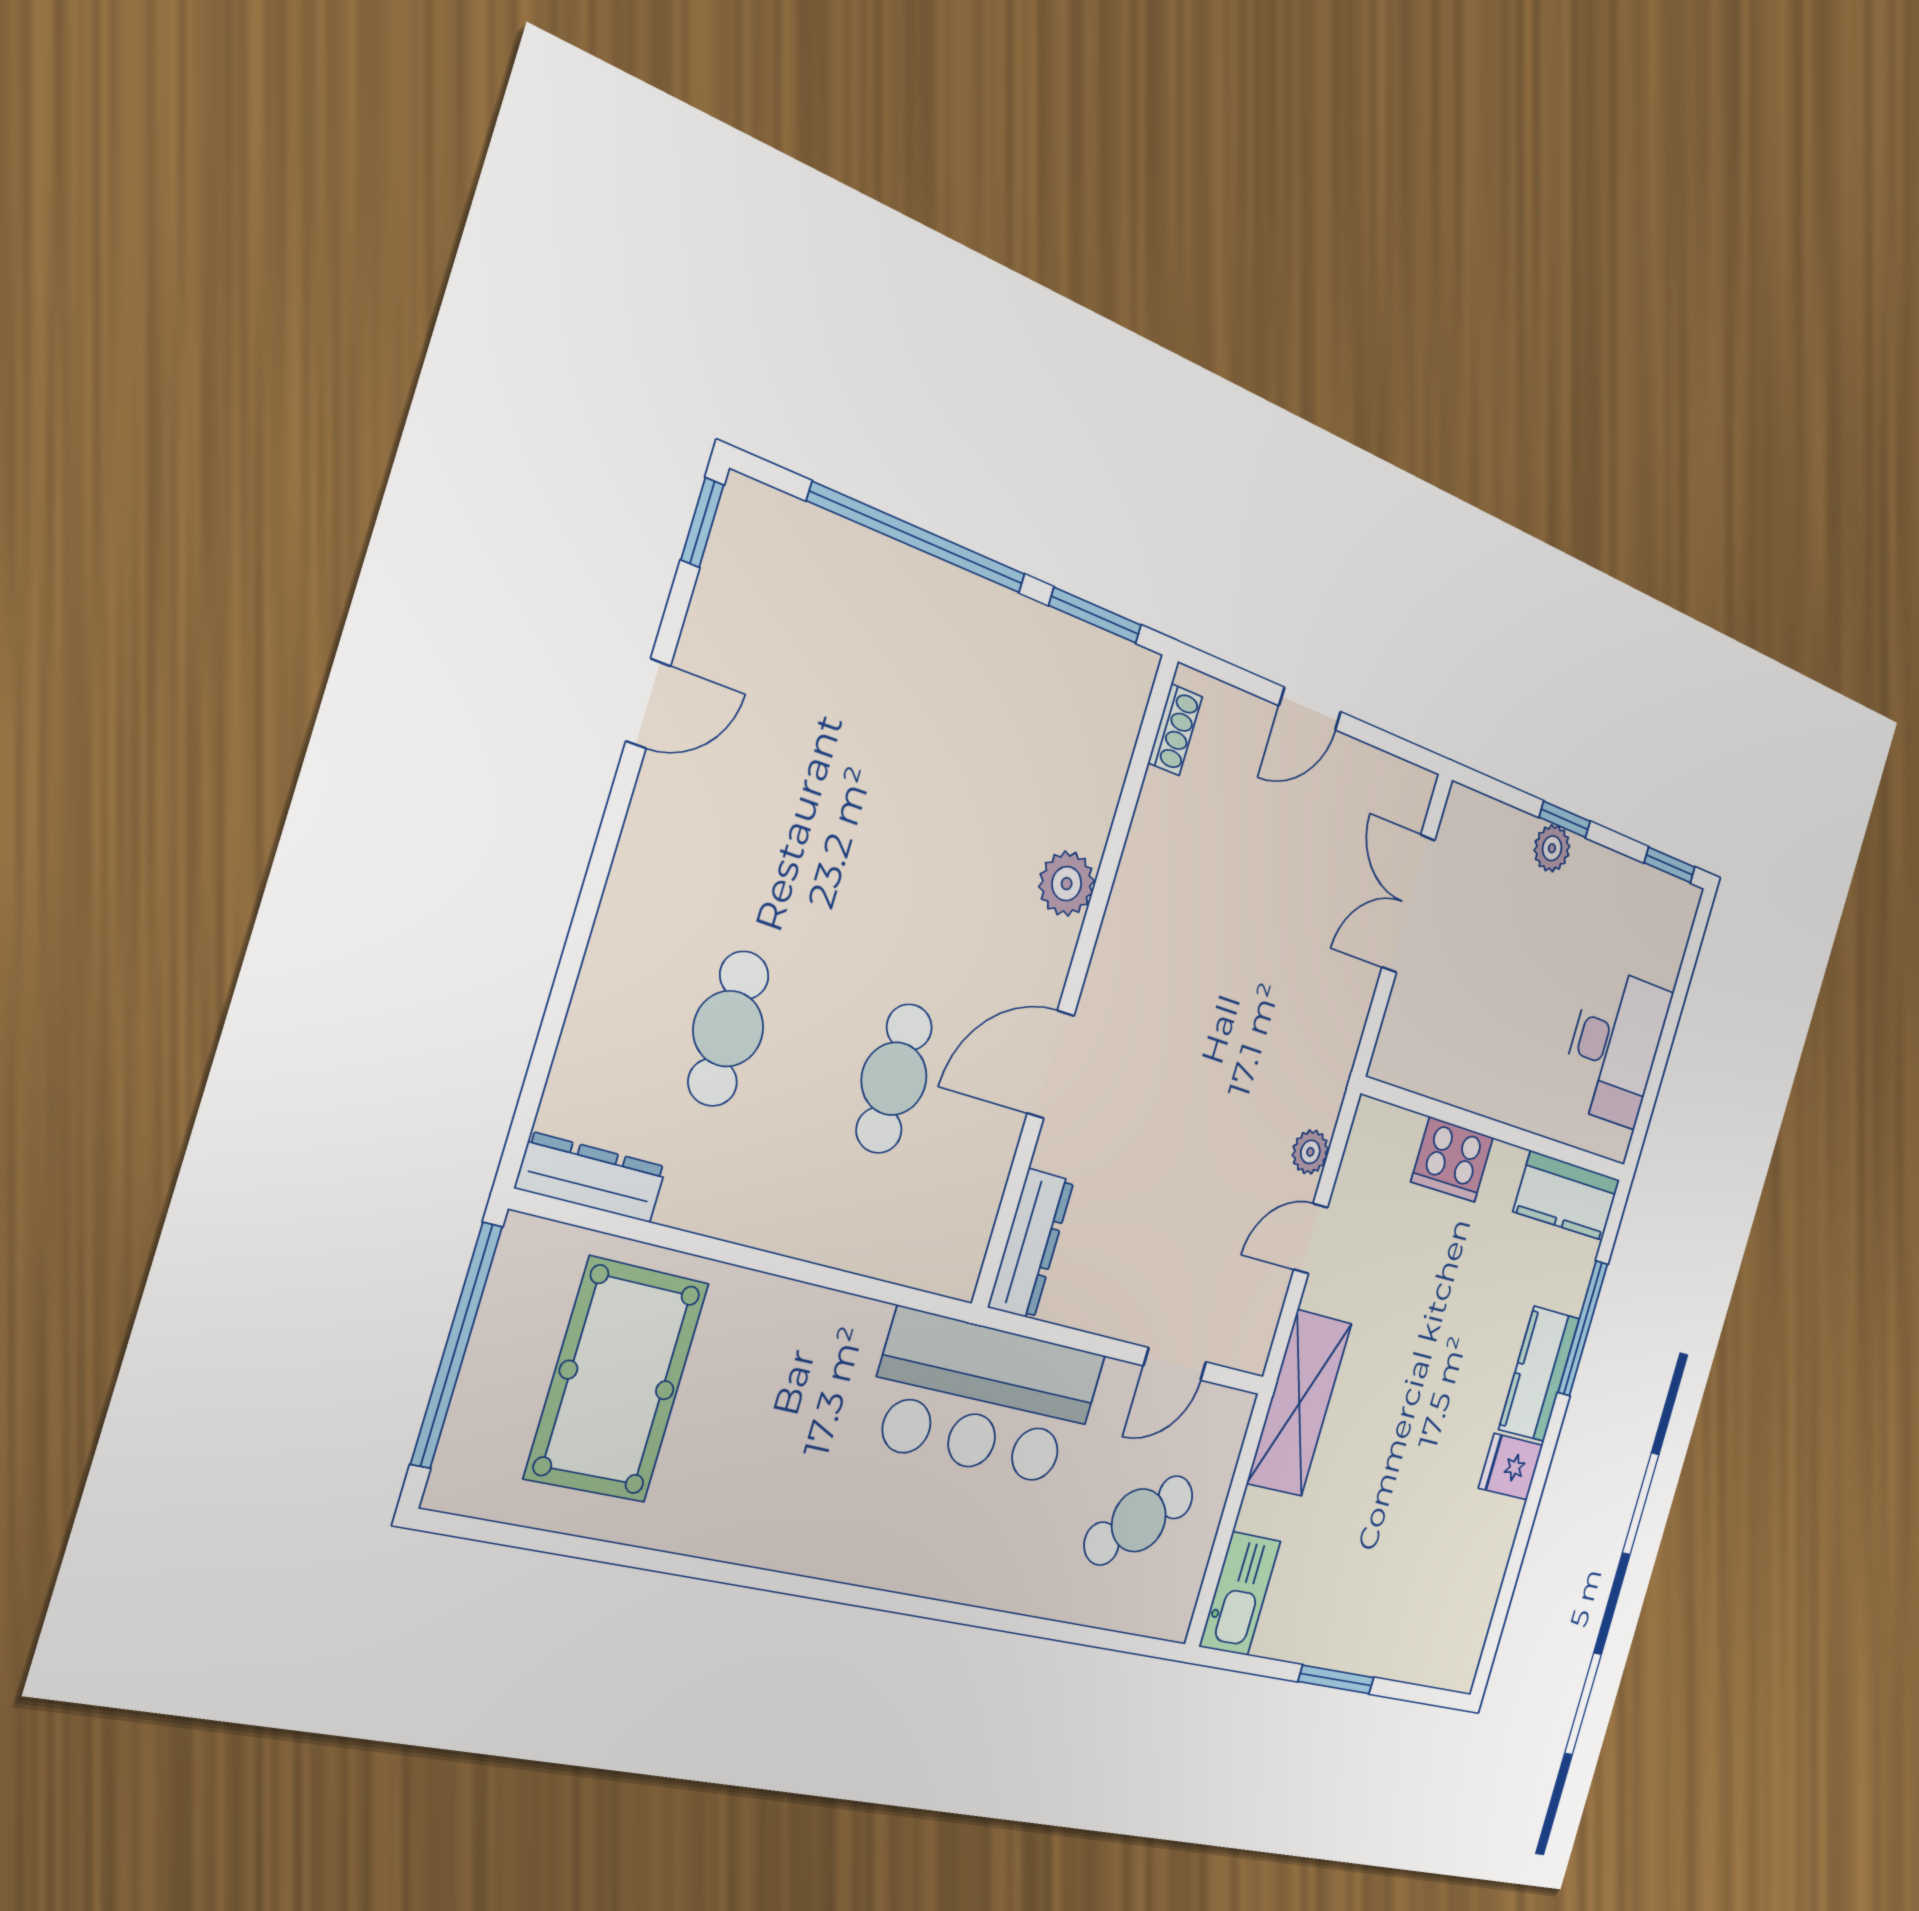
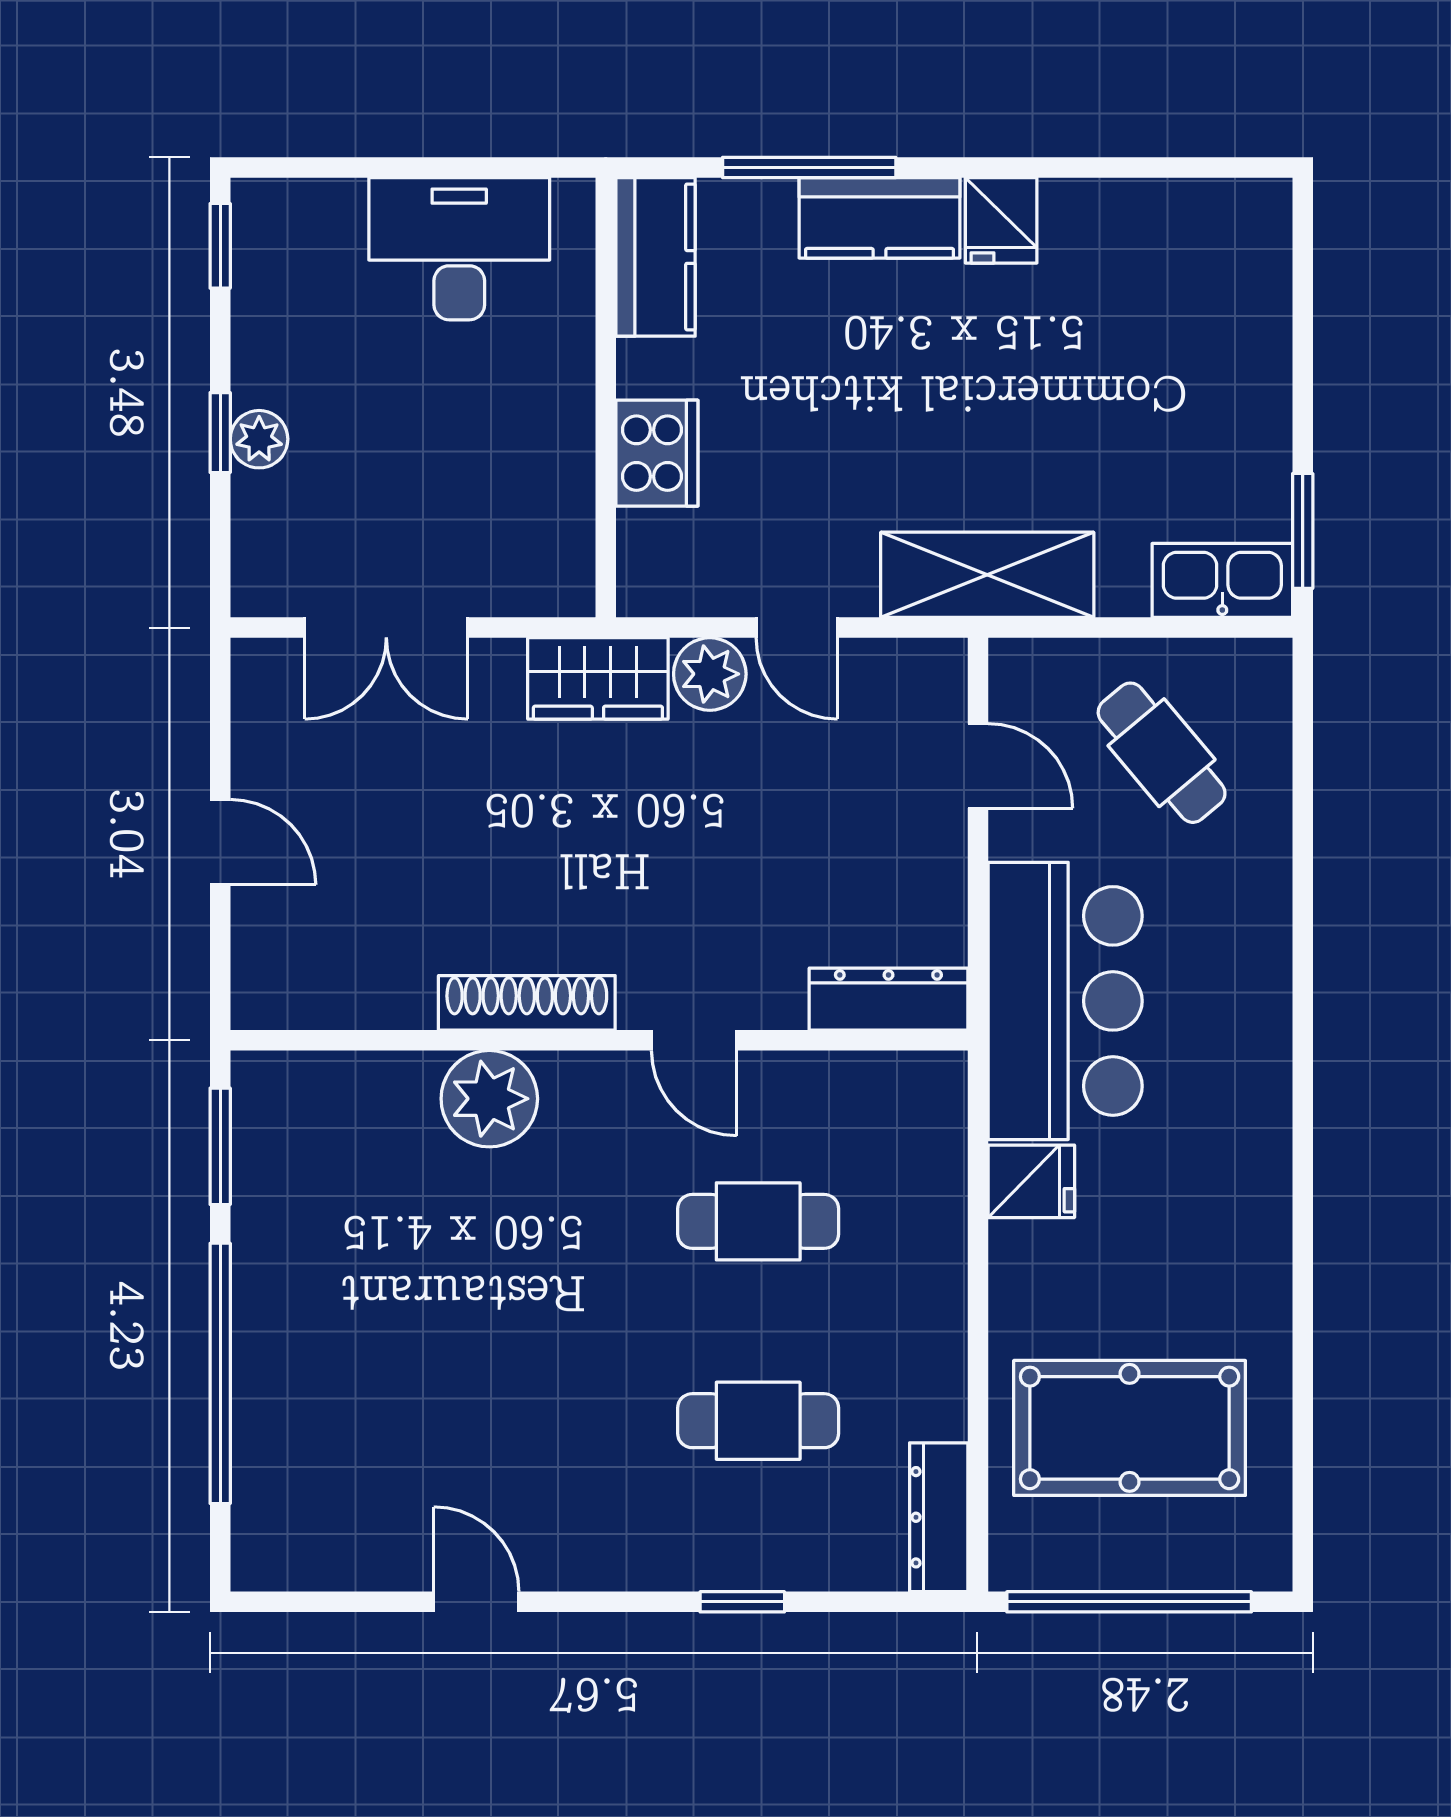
window: (702, 522) -> (742, 1602), moved
shoe rack: (1175, 730) -> (527, 1003), moved, width x1.94, depth x1.24
plant: (1067, 884) -> (489, 1099), width x1.36, depth x1.36
door: (1051, 1064) -> (694, 1040), width x0.73
wardrobe: (1326, 1065) -> (598, 678), added
plant: (1310, 1152) -> (710, 674), width x1.38, depth x1.38
fridge: (853, 1336) -> (1031, 1181), added
window: (1336, 1680) -> (1303, 531), moved

